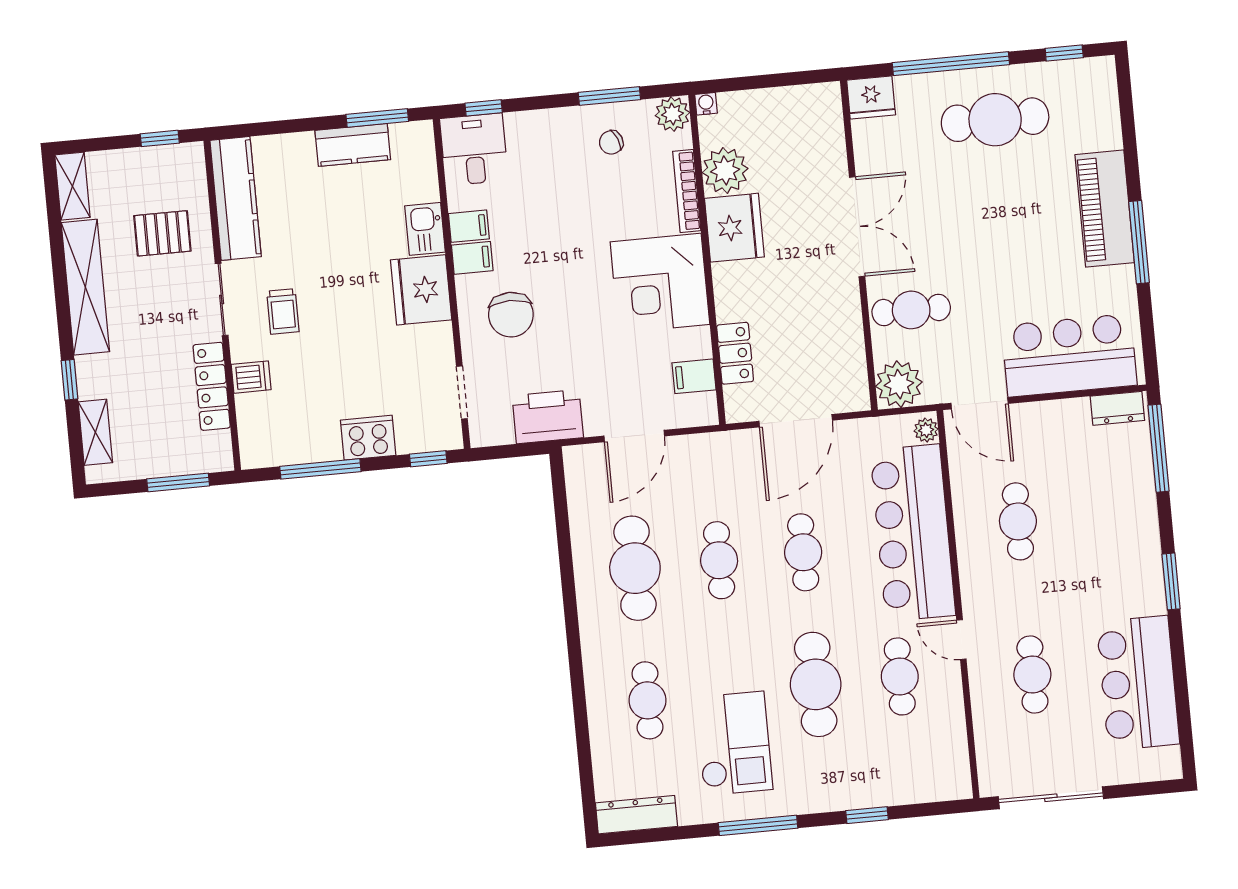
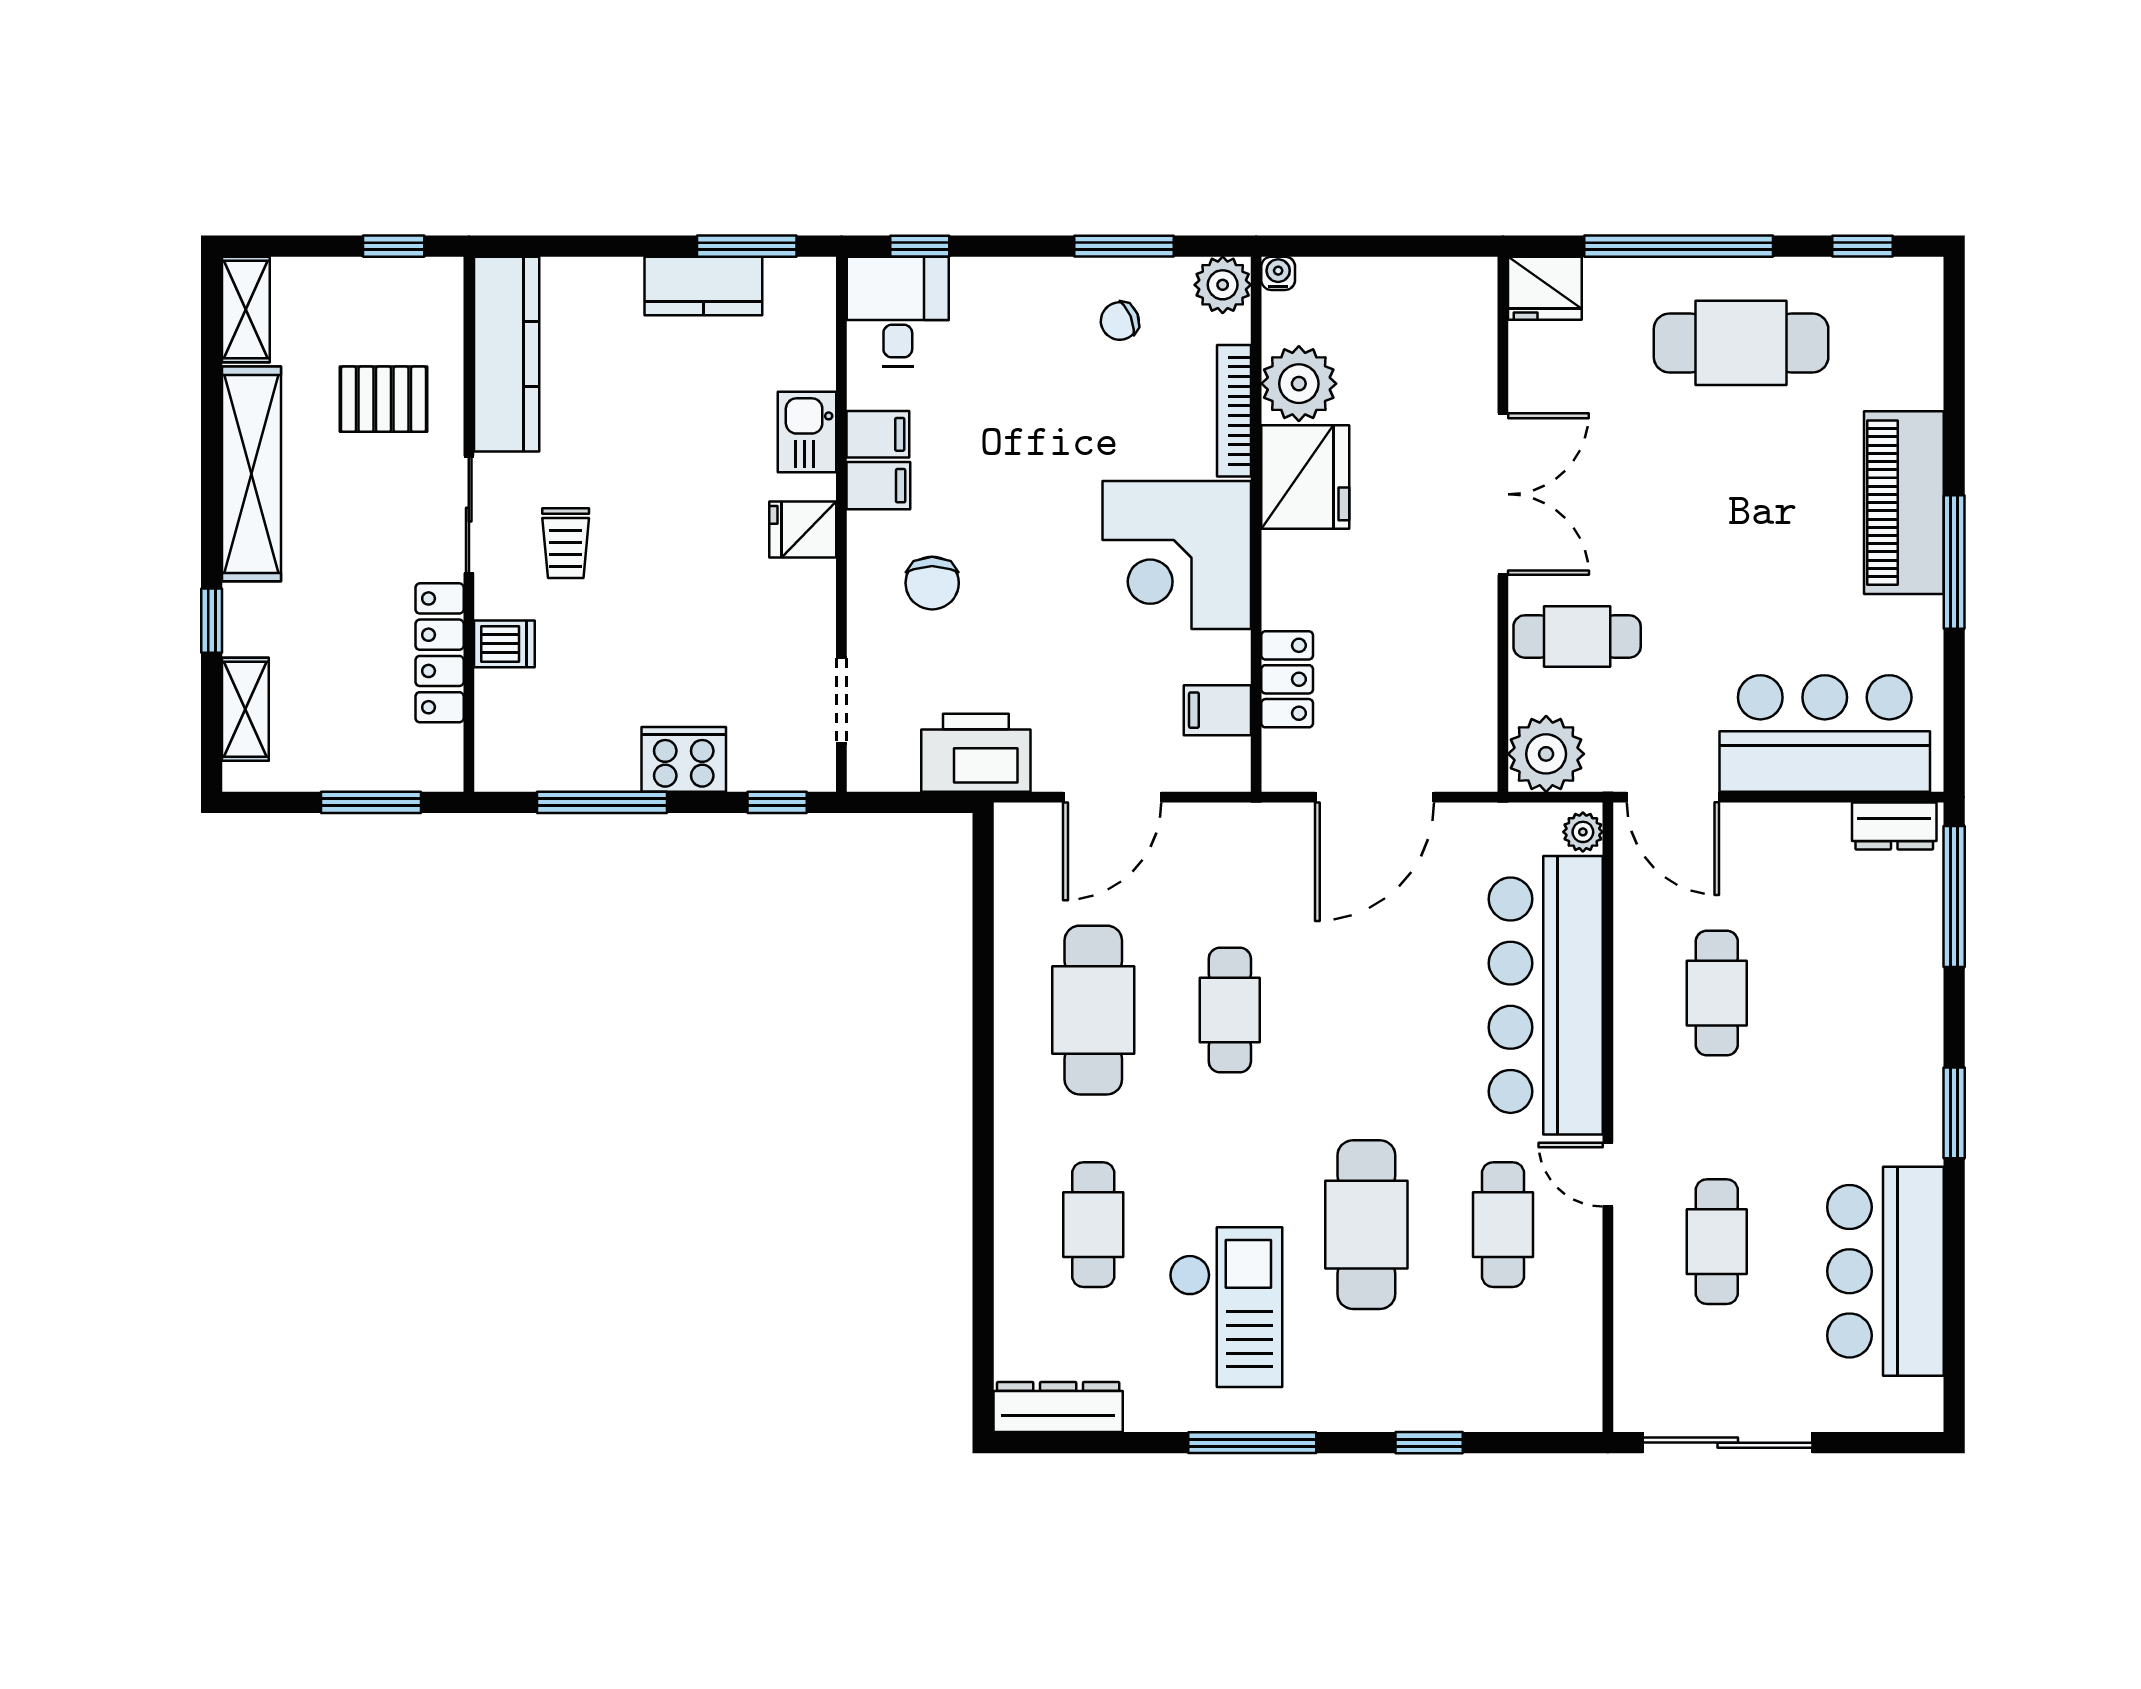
fridge: (421, 290) -> (803, 529), width x0.53, depth x0.75
chair: (511, 315) -> (932, 583), width x0.73, depth x0.73
cafe table: (803, 552) -> (1366, 1010), removed

